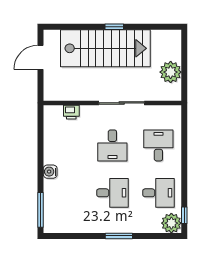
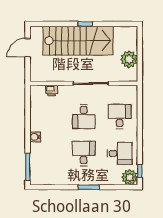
desk: (112, 193) -> (84, 153), turned -90

